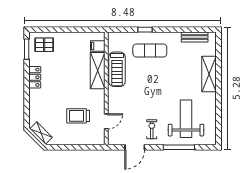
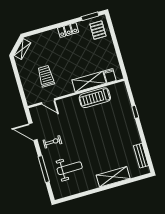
exercise mat: (150, 50) -> (119, 121), removed
weight bench: (186, 119) -> (70, 168), width x0.73, depth x0.75

